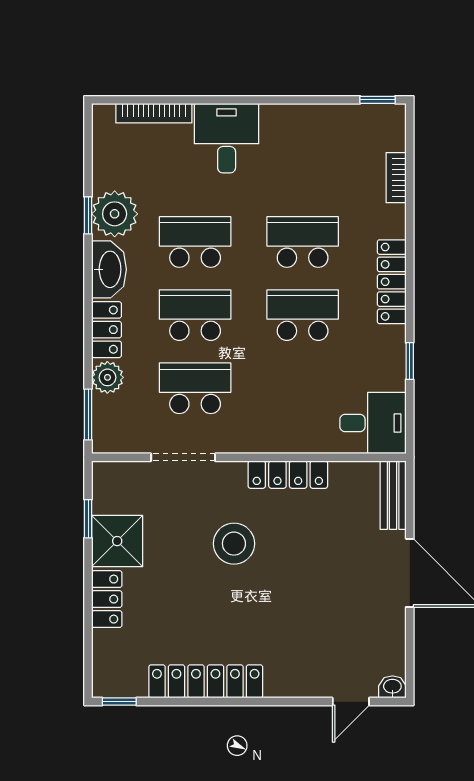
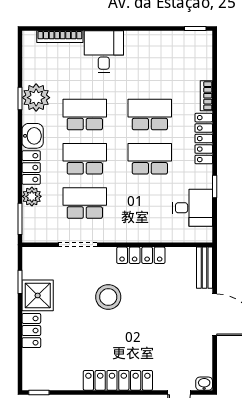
bookcase: (396, 178) -> (206, 96), moved
washbasin: (109, 269) -> (33, 136), width x0.72
desk: (373, 423) -> (192, 208), moved
locker: (206, 681) -> (118, 380), moved

